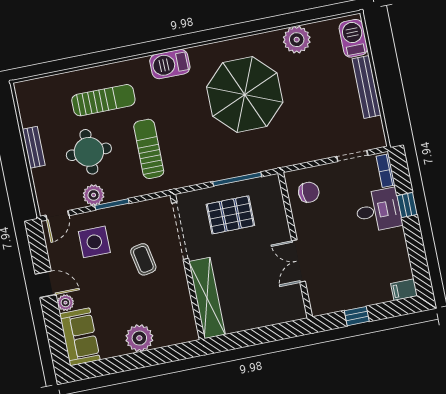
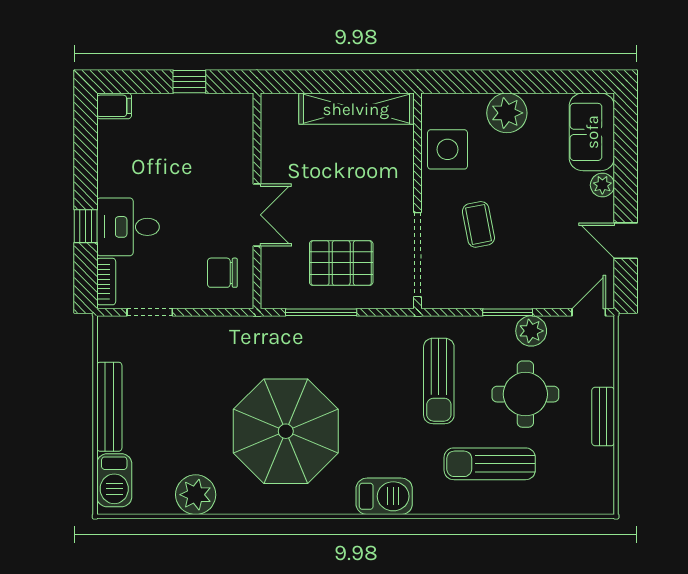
side table: (94, 242) -> (448, 149), moved
double door: (298, 261) -> (257, 215), moved
door: (46, 284) -> (626, 241), moved
shelving: (207, 298) -> (356, 109), moved, turned 90

